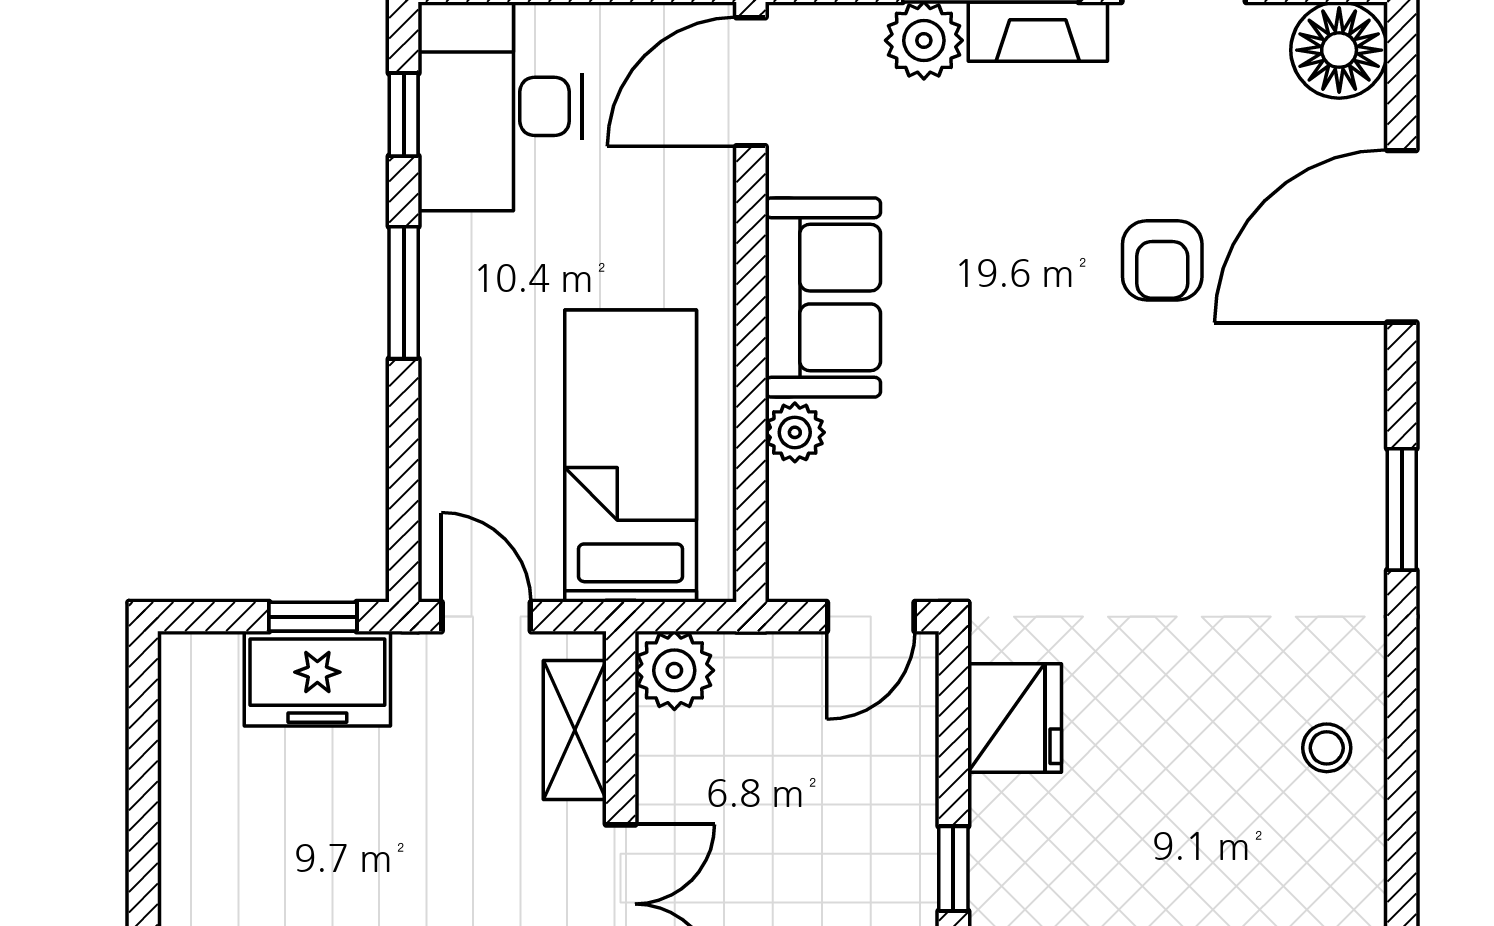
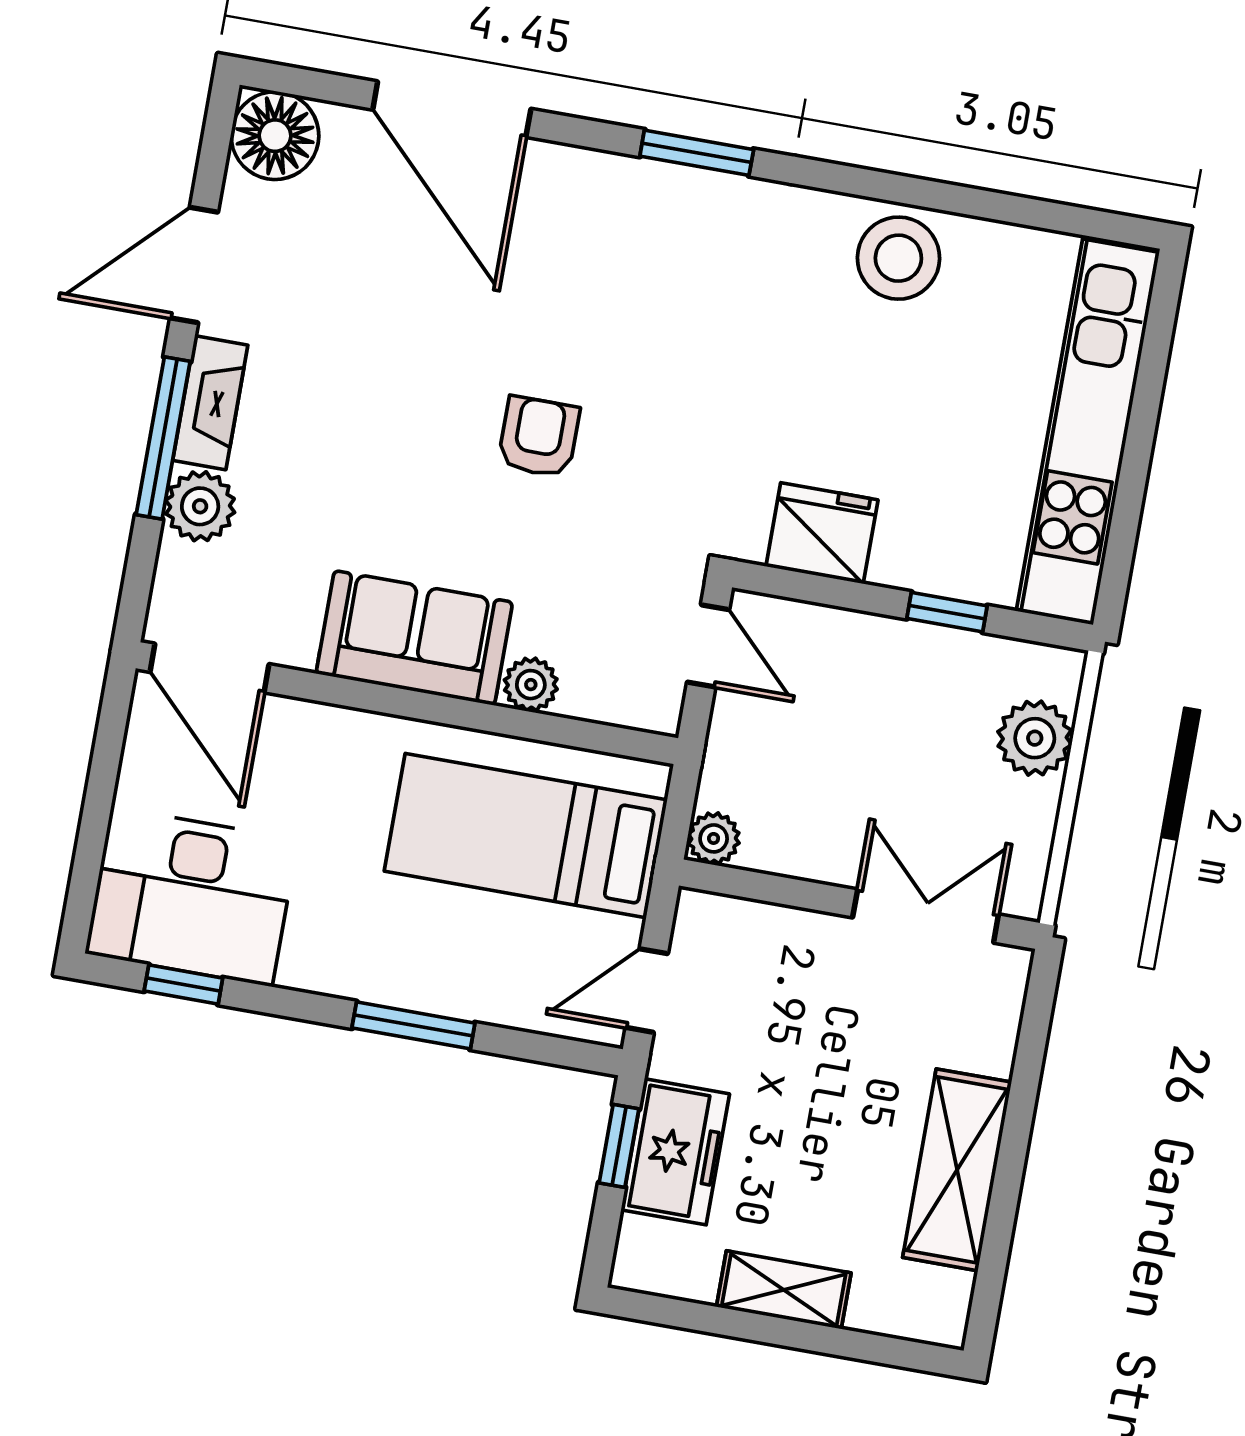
armchair: (1162, 260) -> (539, 437), moved, turned -90
window: (404, 293) -> (413, 1025), moved
plant: (674, 670) -> (714, 838), width x0.73, depth x0.73
shelving: (575, 730) -> (784, 1290), moved
stool: (1327, 748) -> (898, 258), width x1.89, depth x1.89

